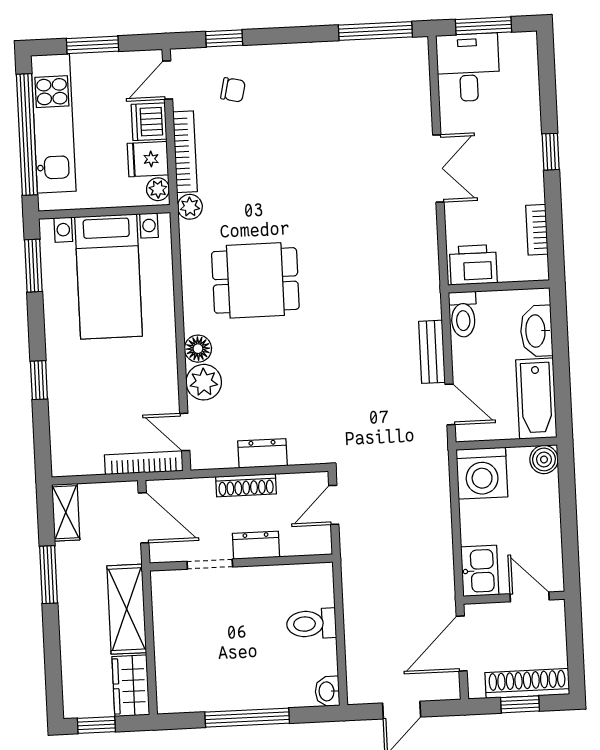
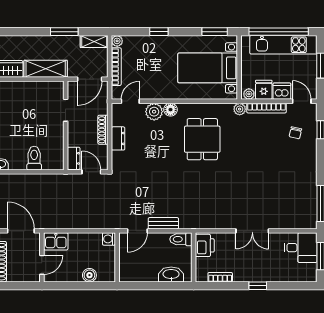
bathtub: (536, 399) -> (138, 273), removed
boiler: (544, 459) -> (89, 275), moved
bookcase: (144, 463) -> (116, 67), moved
plant: (62, 465) -> (117, 41), added
washing machine: (482, 473) -> (109, 239), width x0.53, depth x0.53
dresser: (256, 545) -> (74, 158), moved

